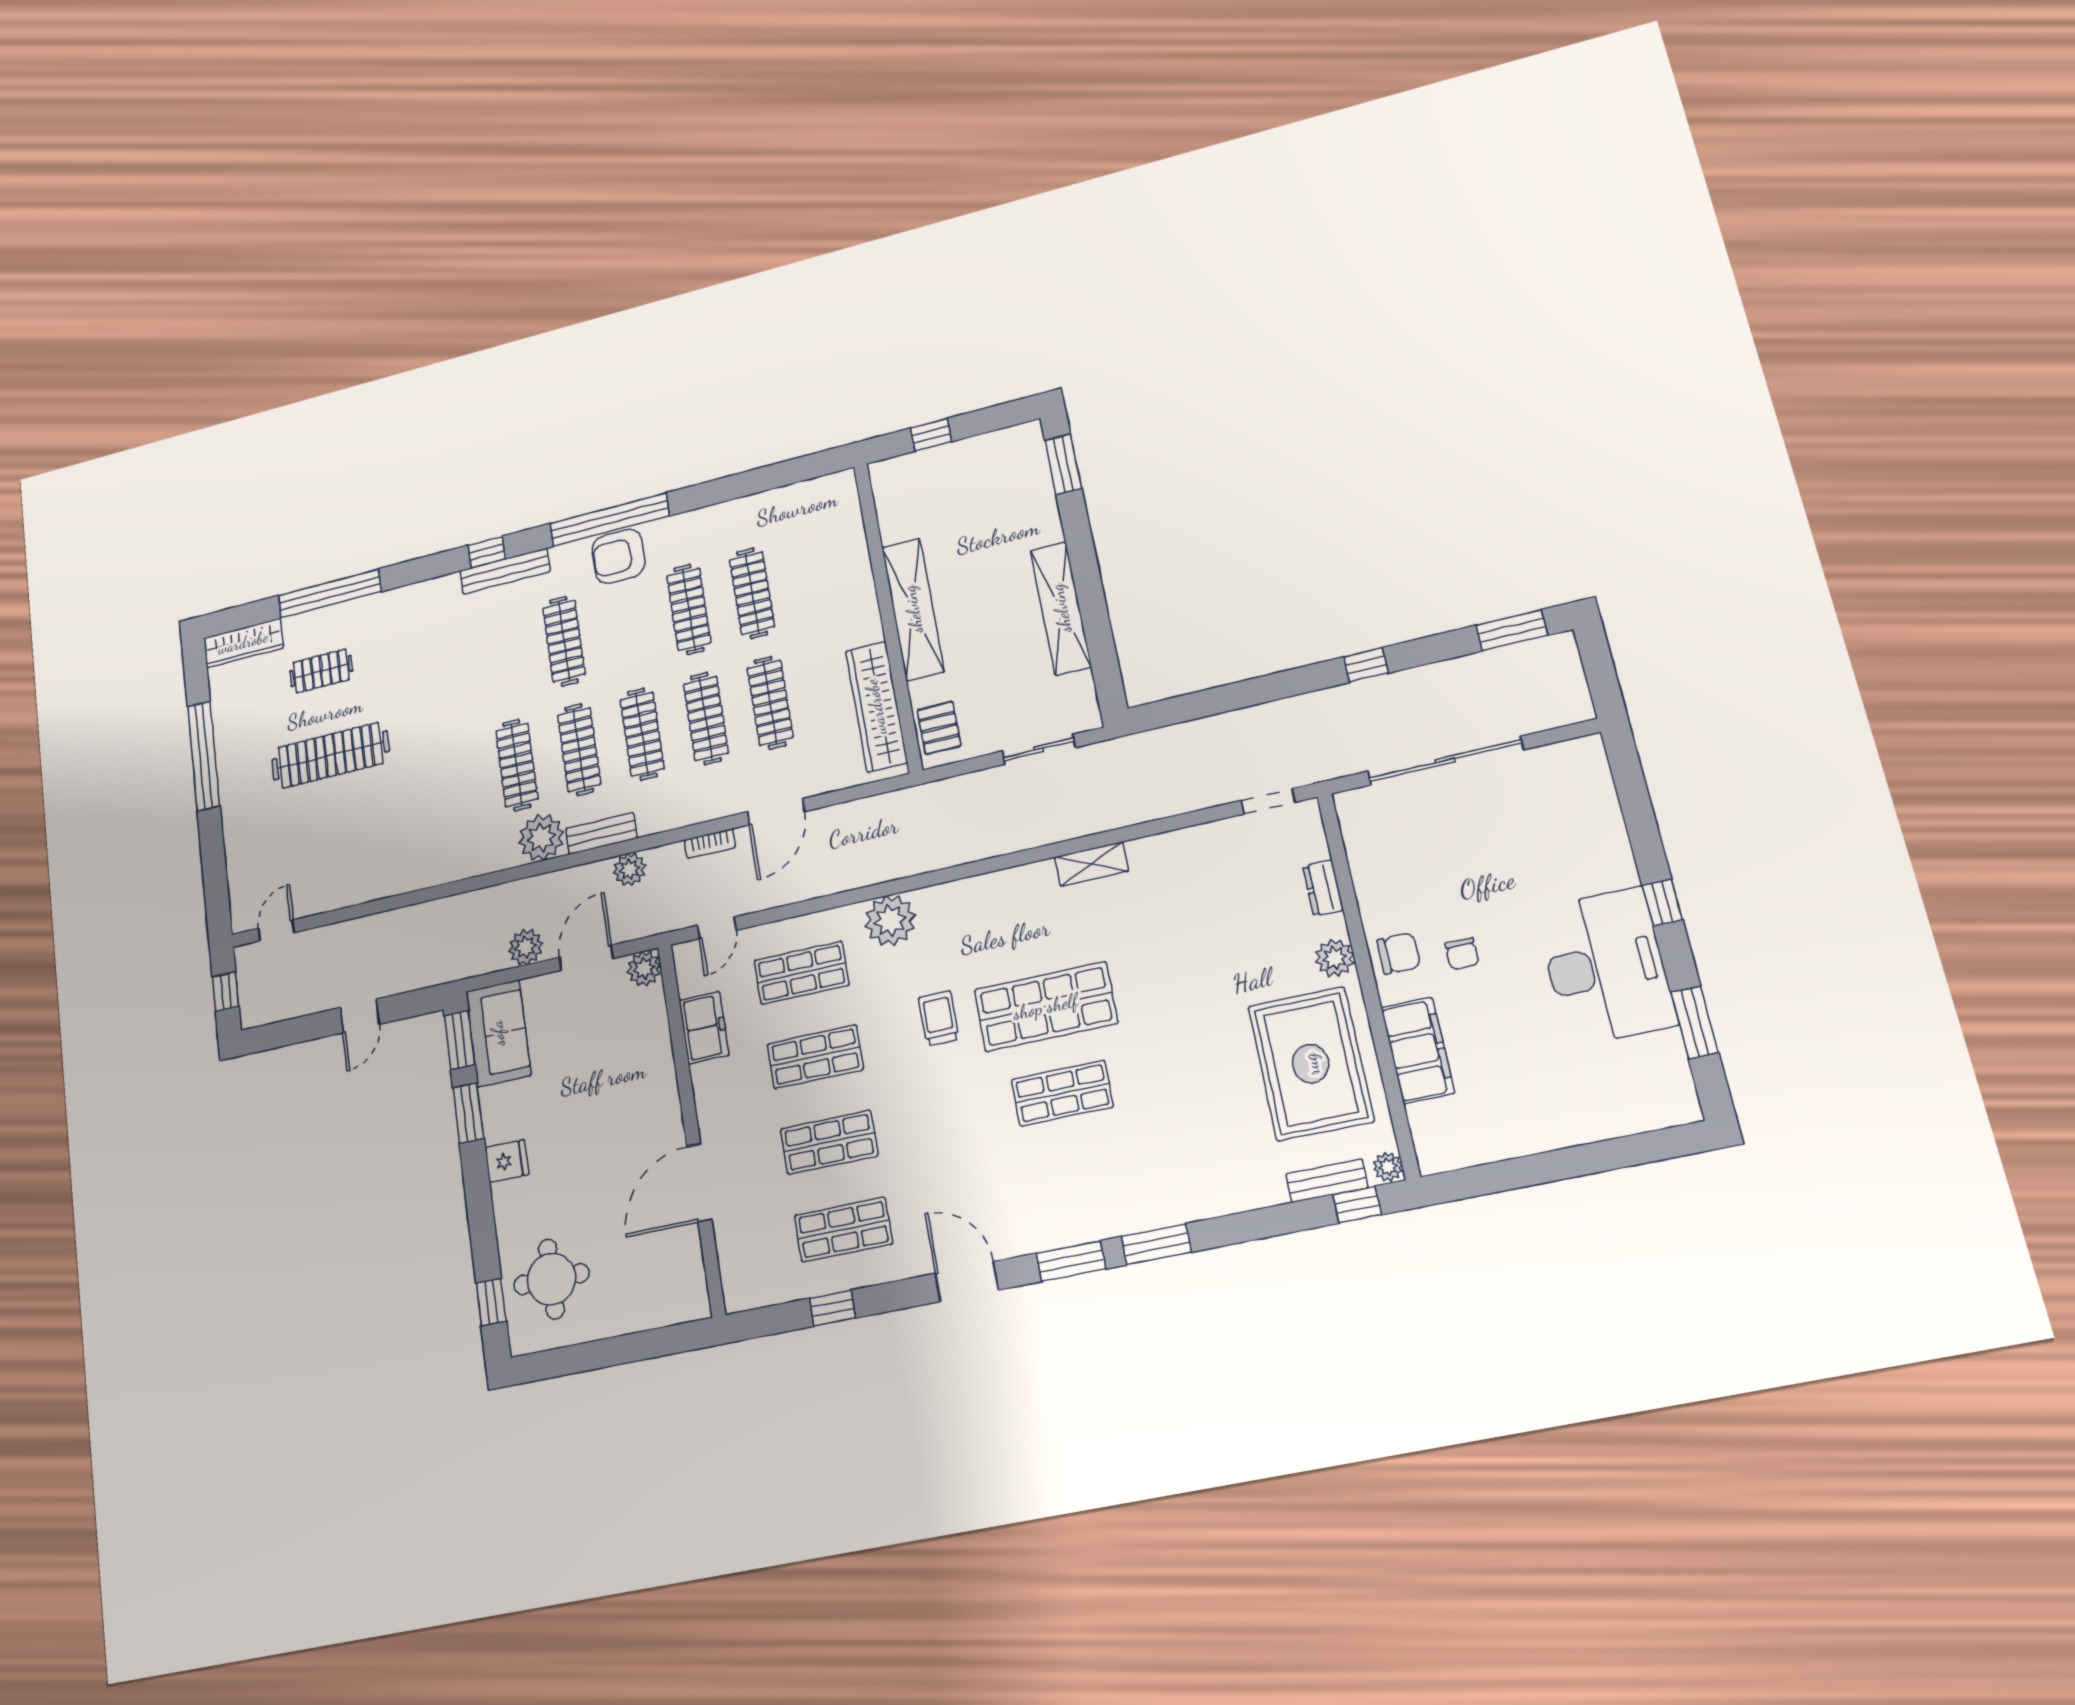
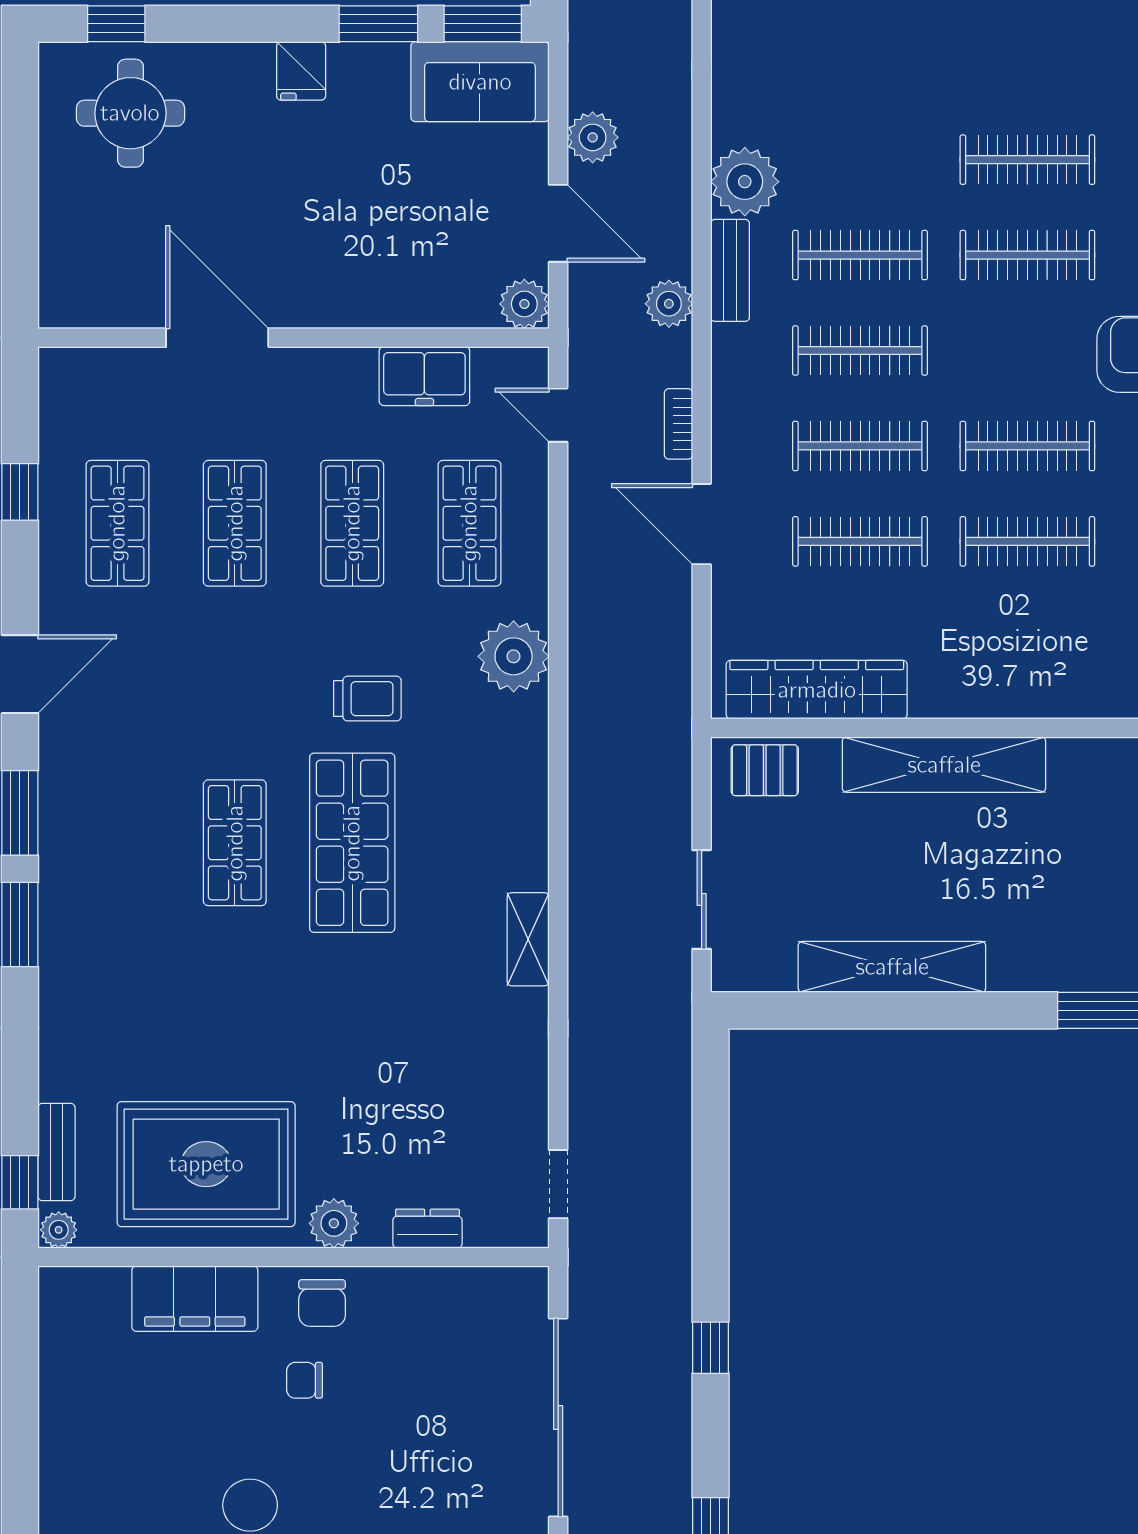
clothes rail: (517, 765) -> (1027, 160), moved

